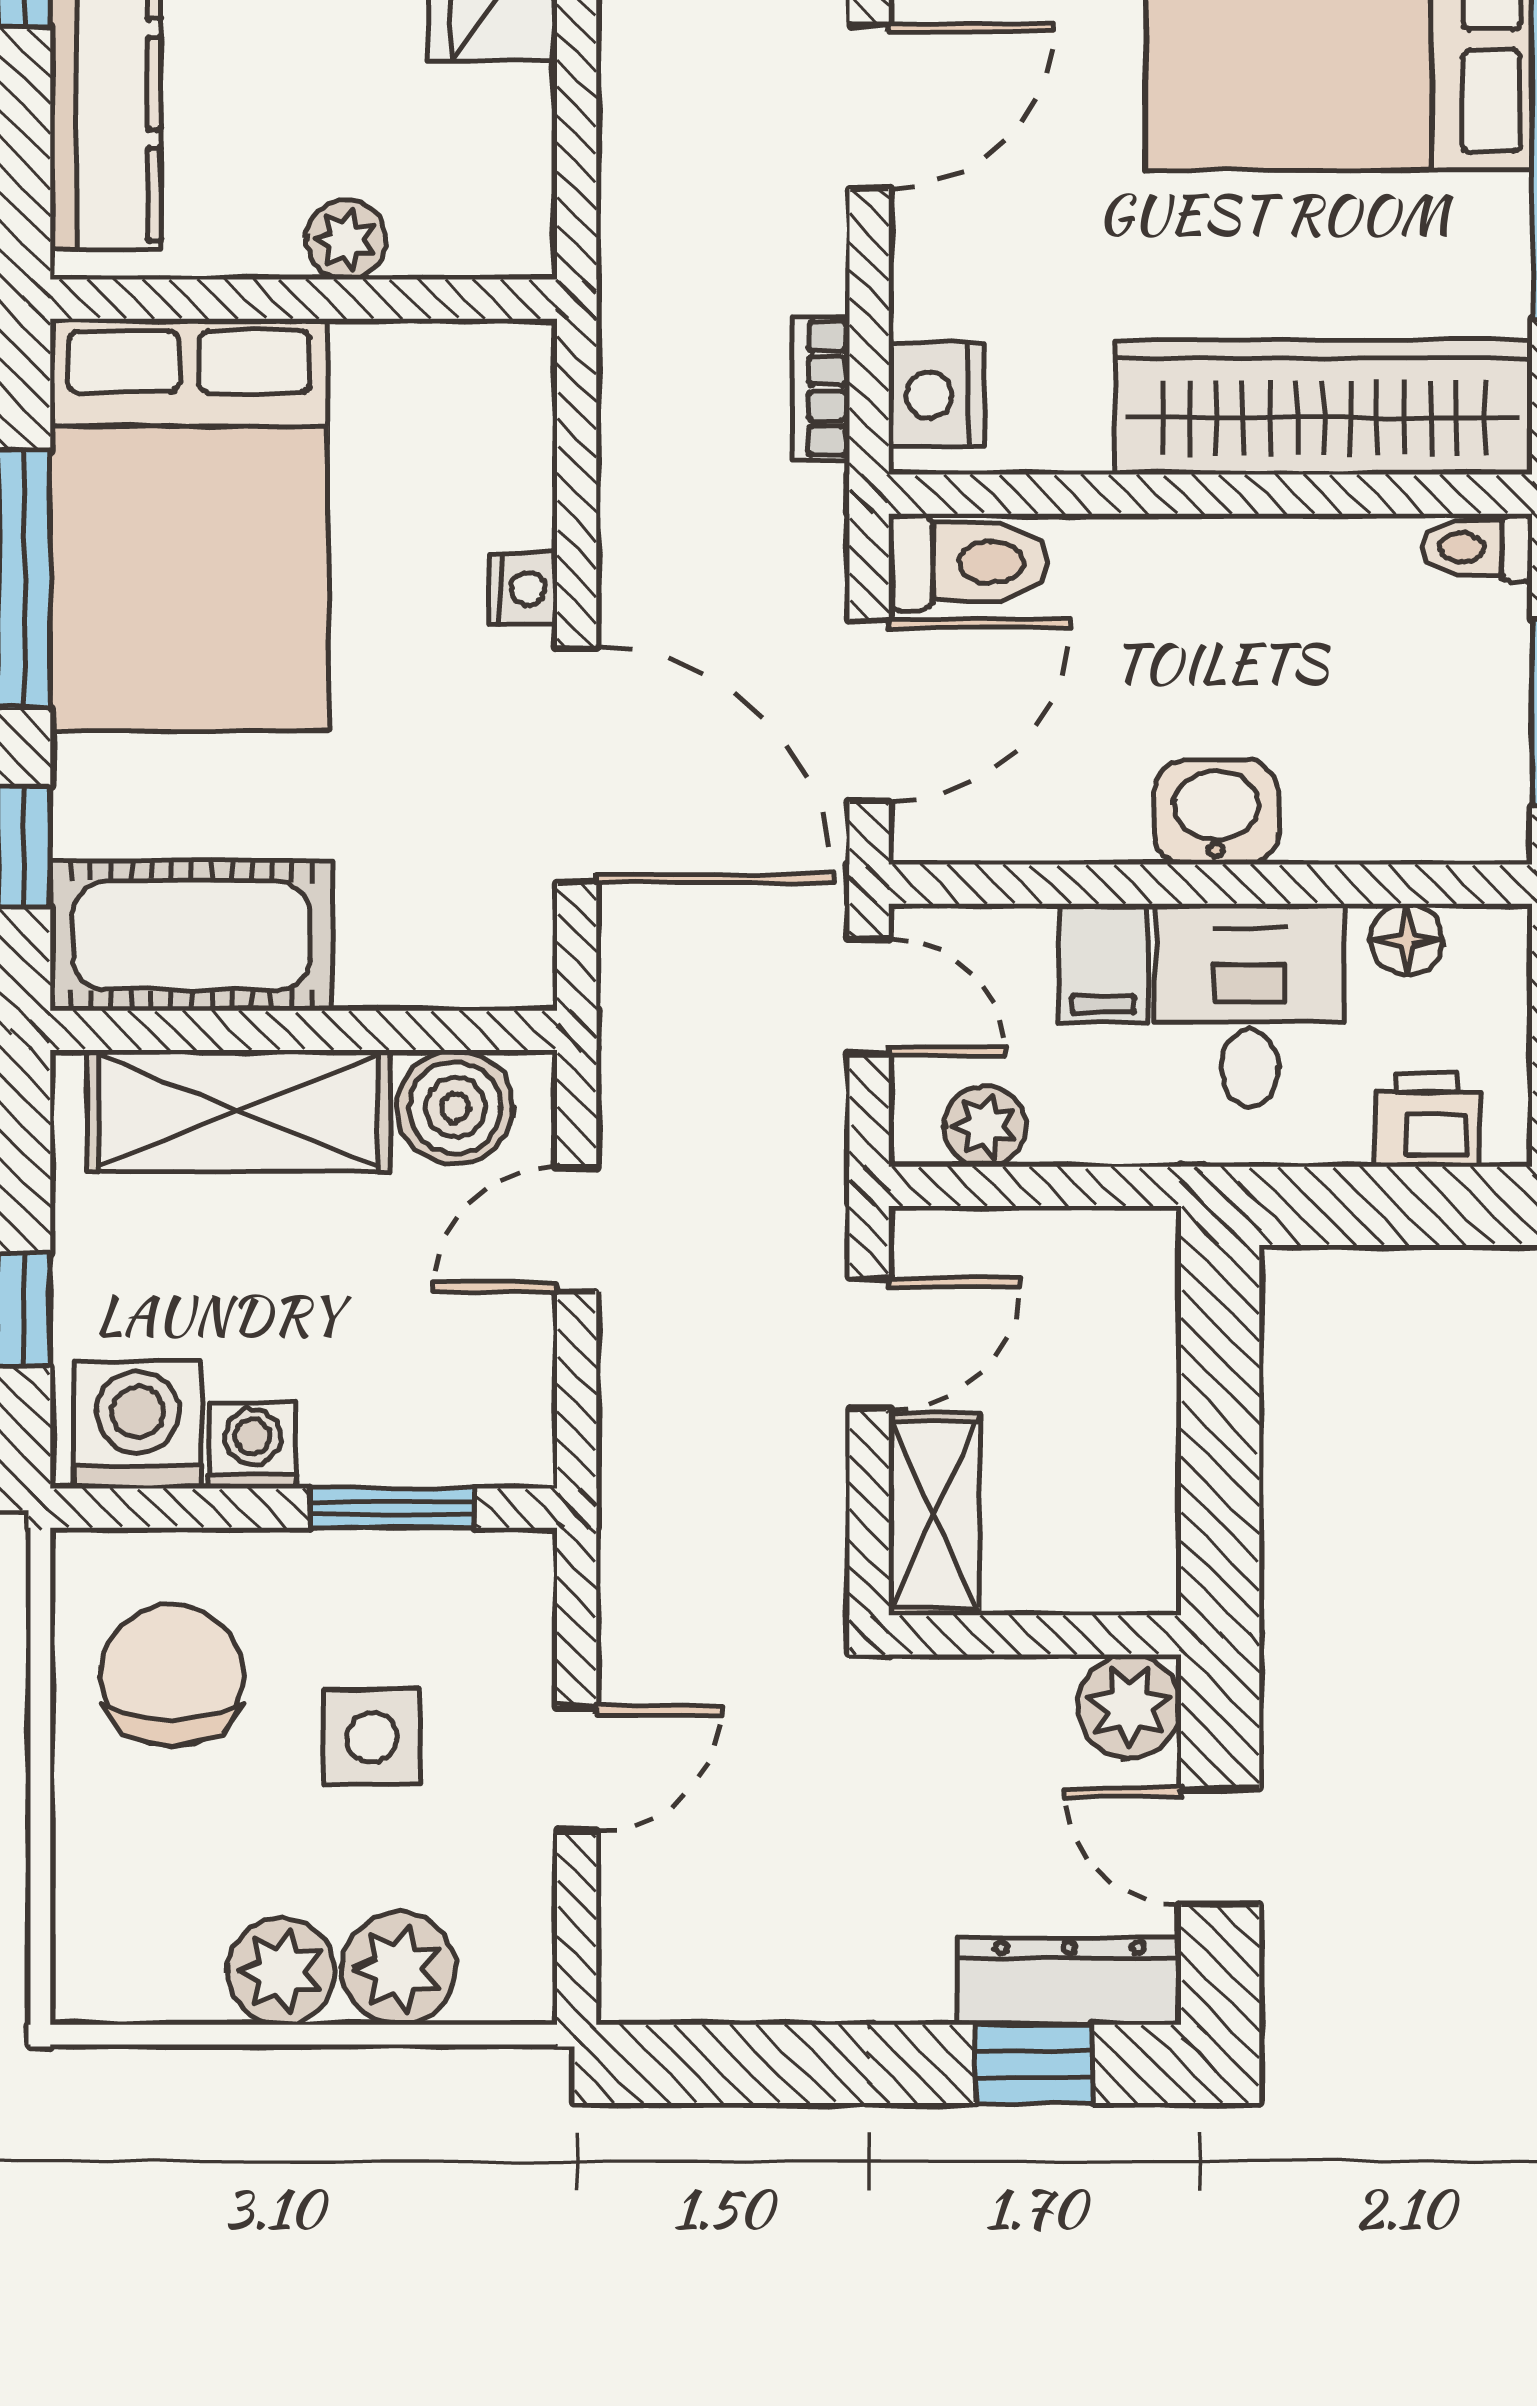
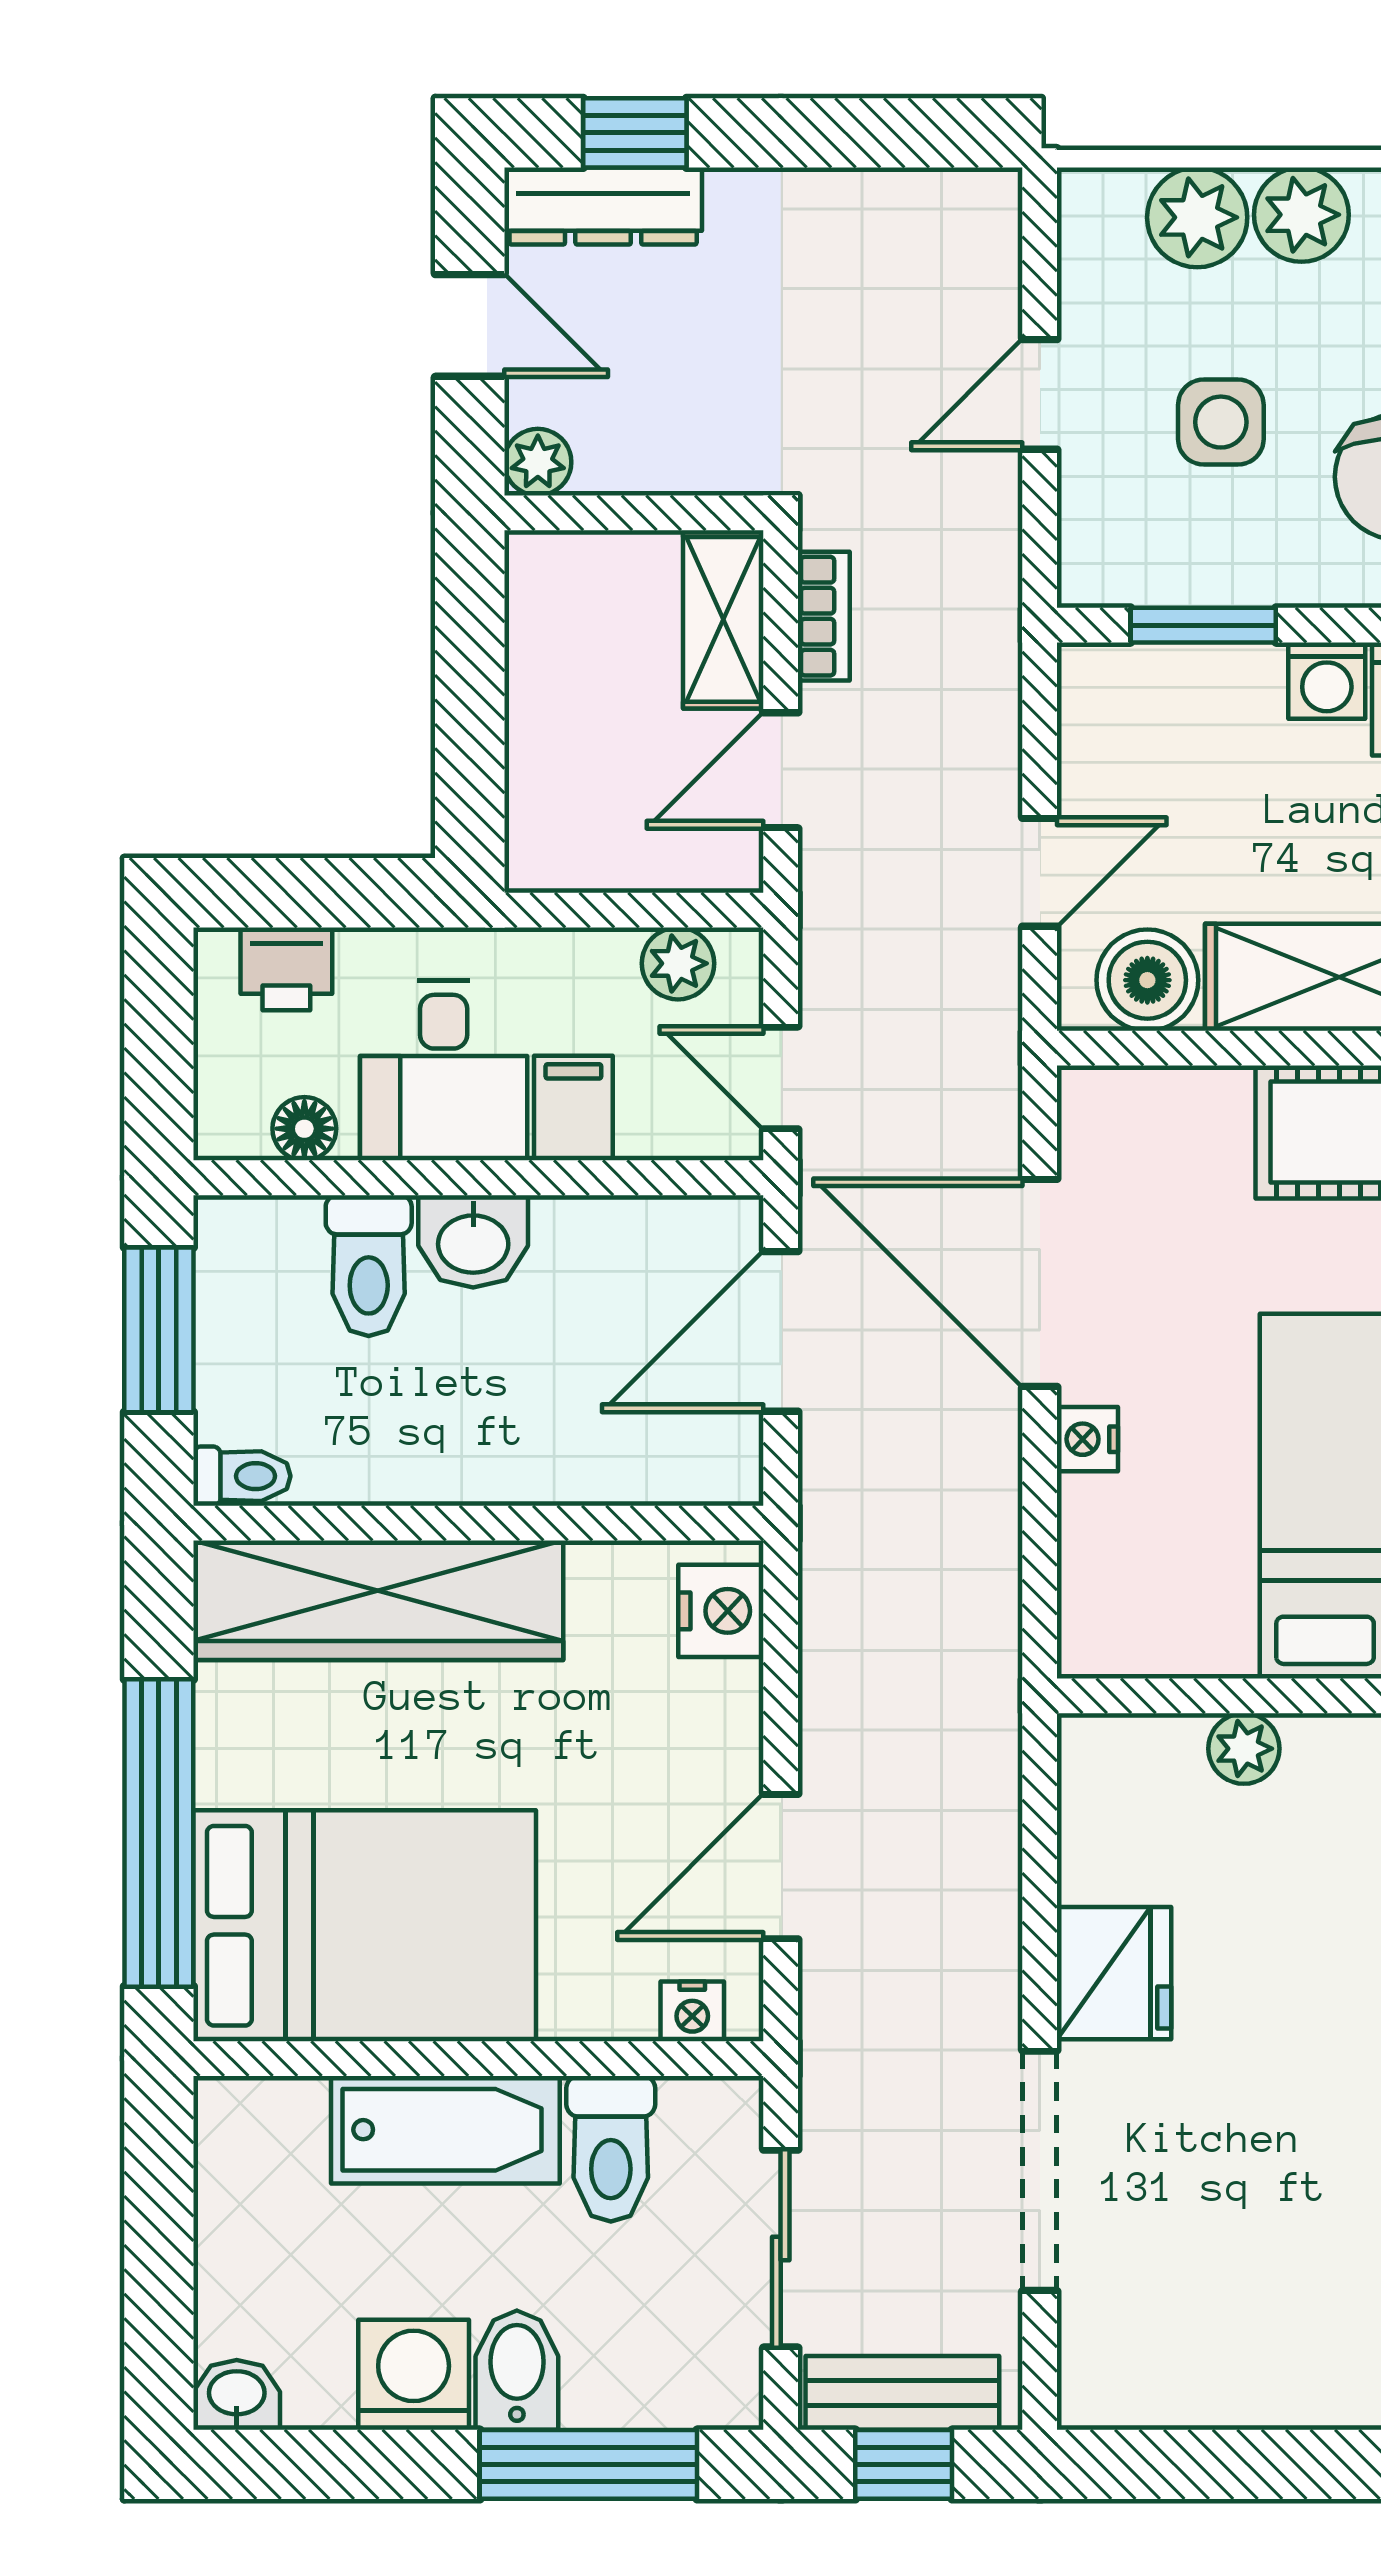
bookcase: (820, 388) -> (824, 616), moved
toilet: (968, 562) -> (369, 1266), moved, turned -90
plant: (1129, 1706) -> (538, 462), width x0.73, depth x0.73

